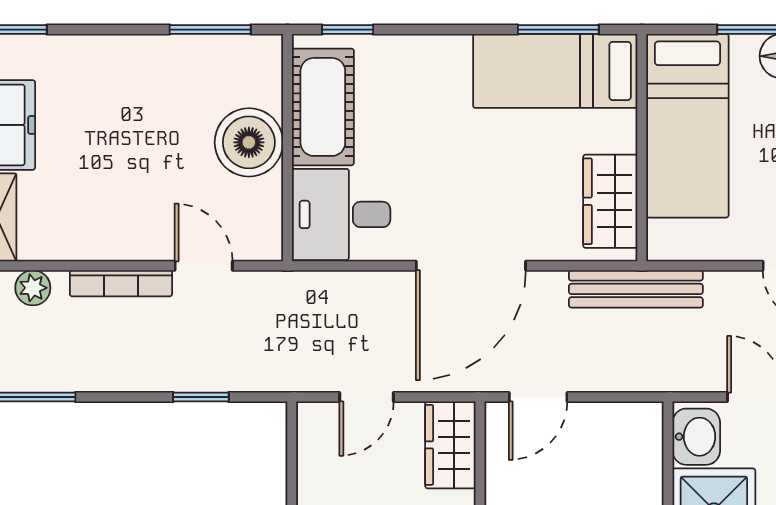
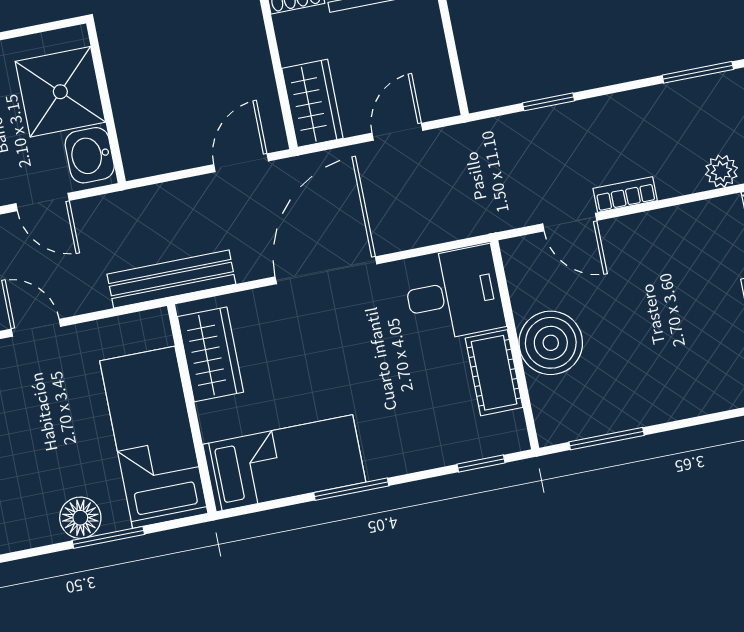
window: (558, 30) -> (351, 489), moved
cot: (323, 107) -> (494, 373), width x0.73, depth x0.75
bookcase: (121, 283) -> (625, 195), width x0.64

